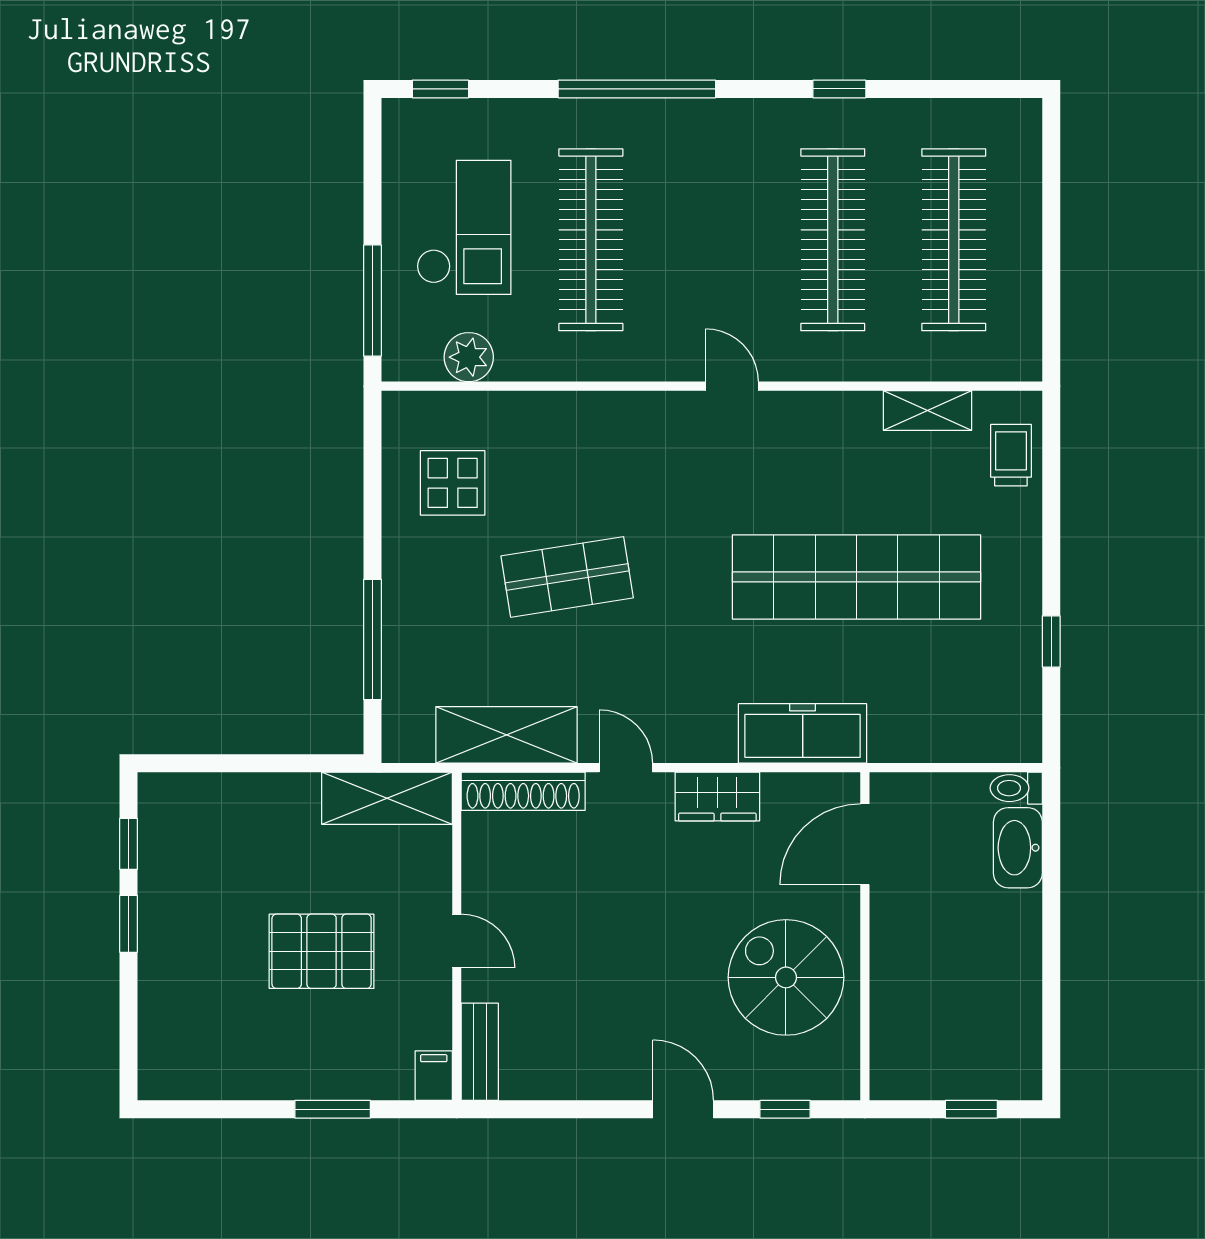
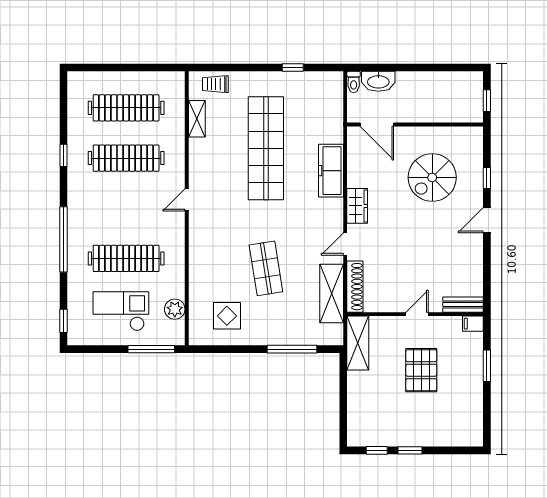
door: (865, 844) -> (377, 125), moved
wall: (865, 936) -> (415, 125), moved

